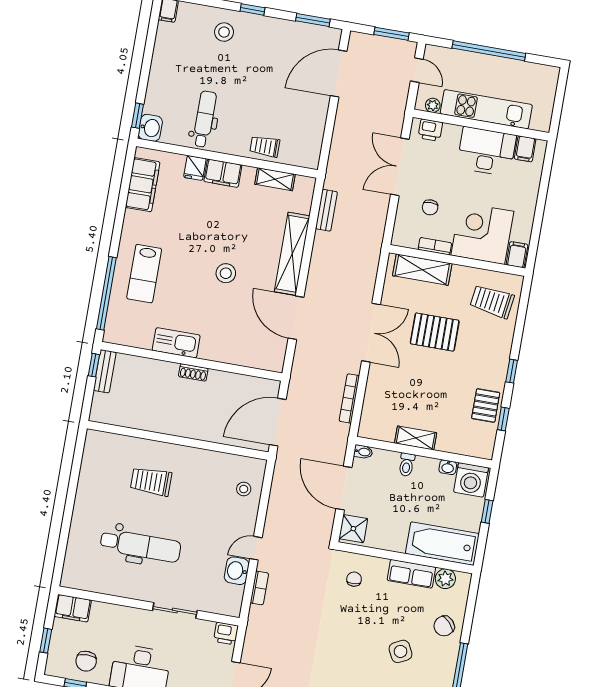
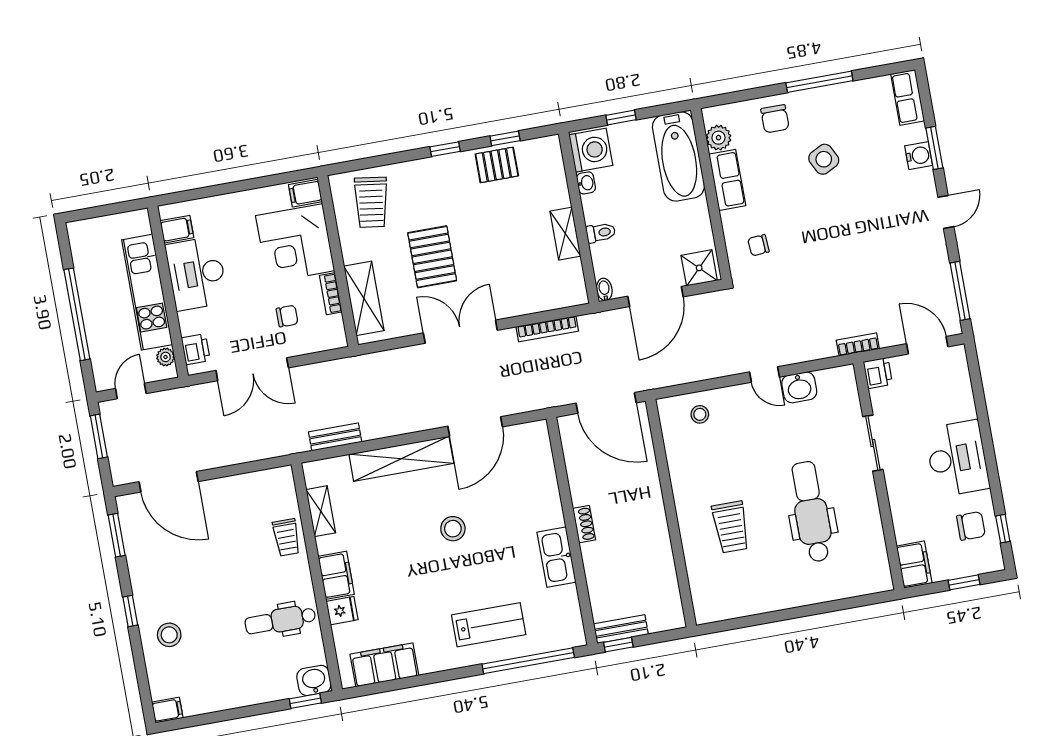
bookcase: (259, 588) -> (858, 344), moved
chair: (444, 626) -> (775, 119), turned 43

